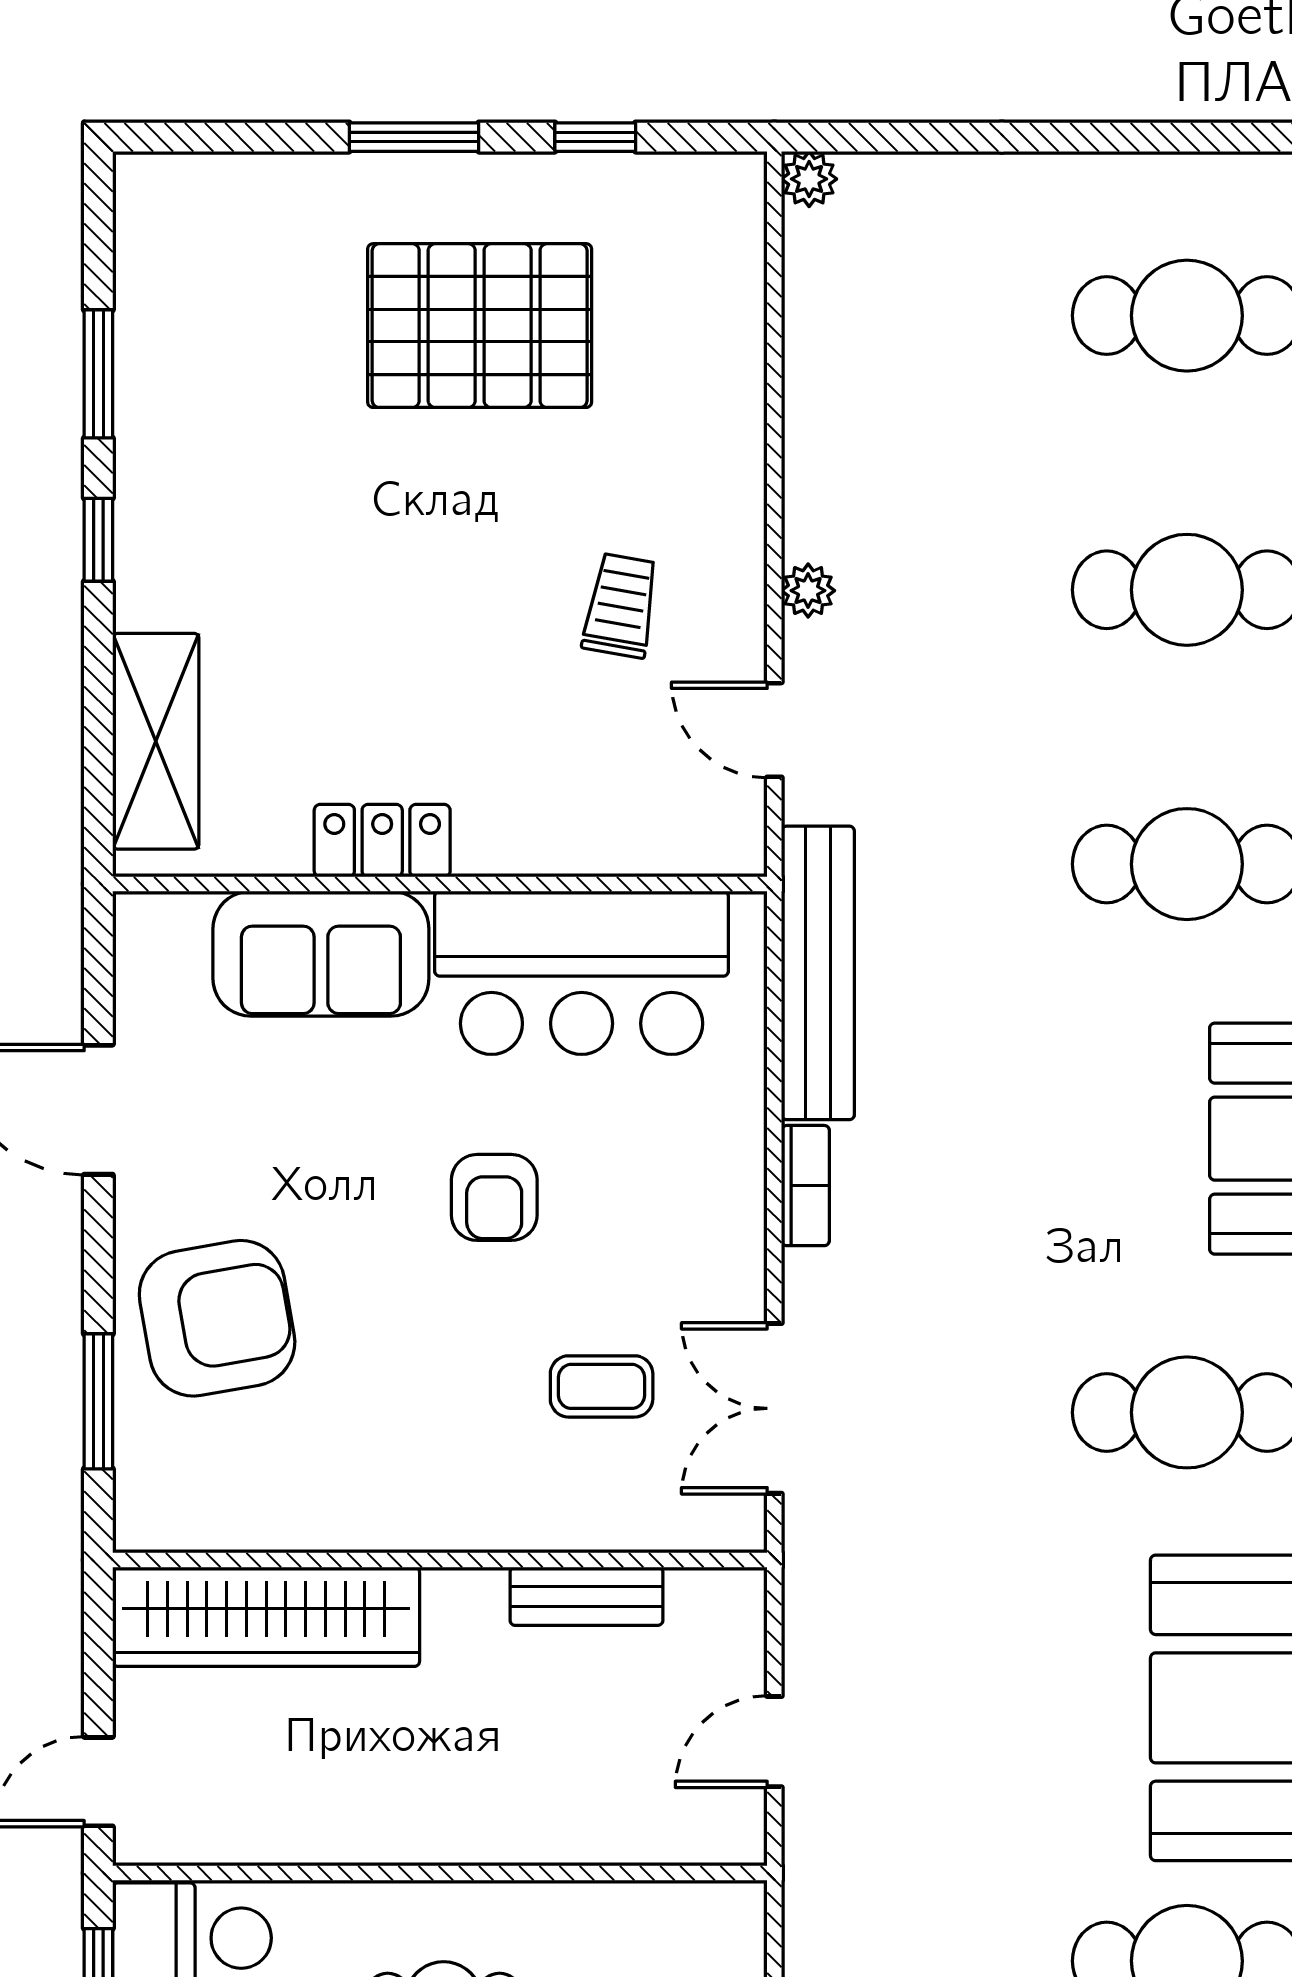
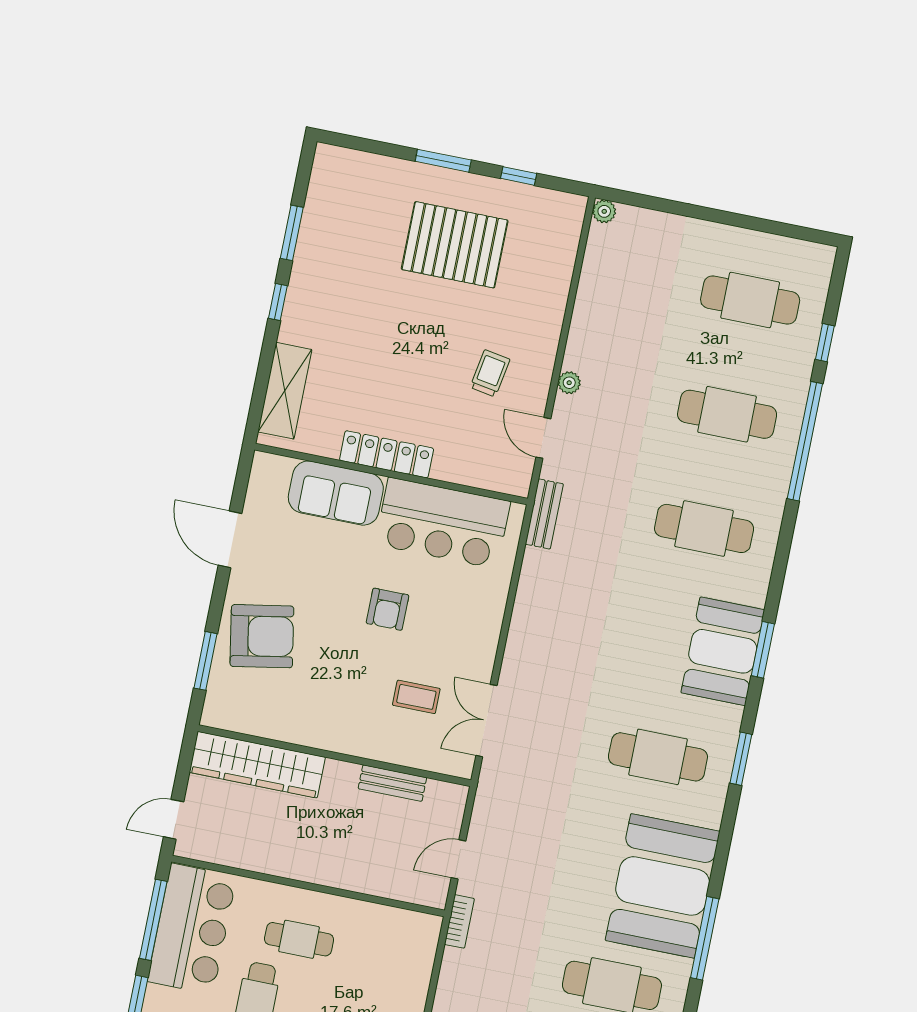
locker: (382, 841) -> (387, 454), width x1.53
bench: (818, 973) -> (544, 514), width x0.54, depth x0.82
bookcase: (805, 1186) -> (459, 921), moved

